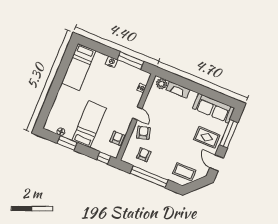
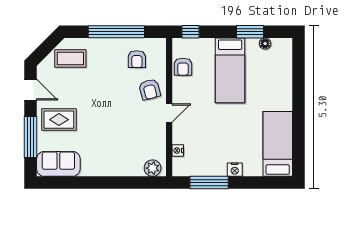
fireplace: (178, 90) -> (126, 169), removed
sofa: (214, 108) -> (58, 164), width x0.73
door: (137, 113) -> (169, 113), swing flipped

